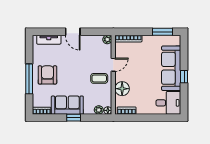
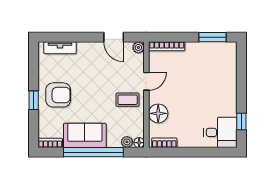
door: (73, 32) -> (114, 37), moved
sofa: (171, 68) -> (224, 86), removed
armchair: (47, 75) -> (58, 95), turned 90
window: (184, 77) -> (241, 121), moved
window: (29, 79) -> (34, 100), width x0.46
window: (74, 118) -> (93, 152), width x3.17

